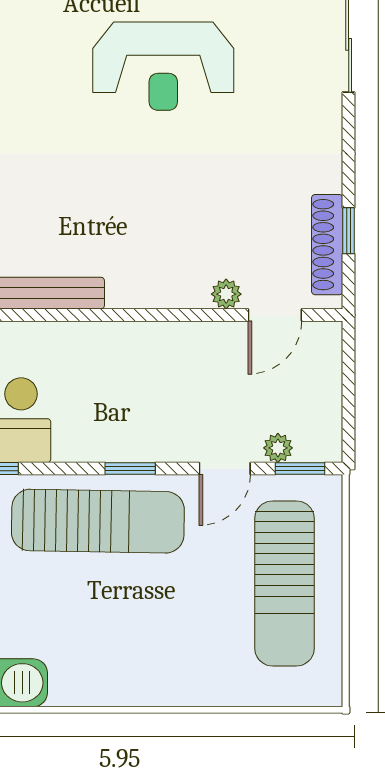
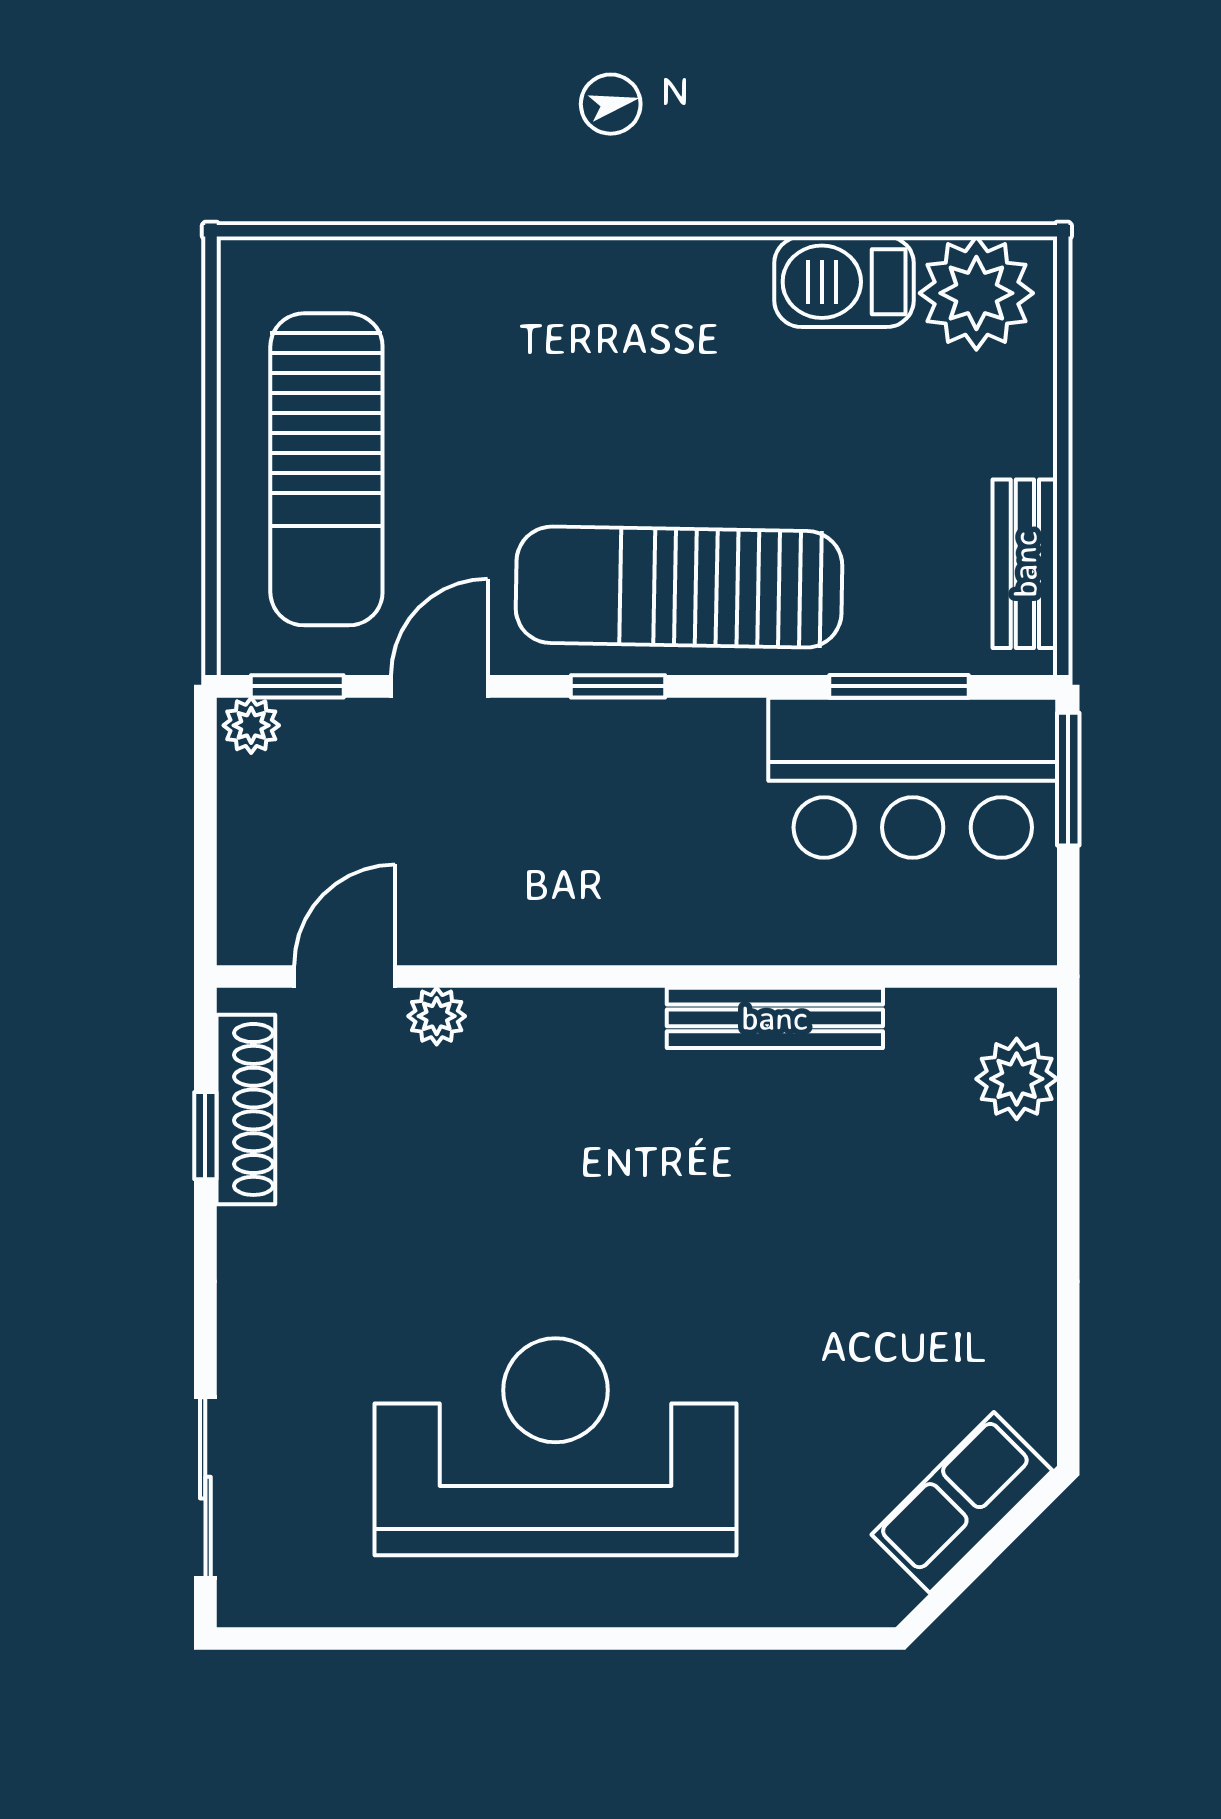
reception desk: (163, 66) -> (556, 1447), width x1.36, depth x1.30
plant: (278, 448) -> (251, 725), moved
sun lounger: (285, 583) -> (326, 469), turned 180

